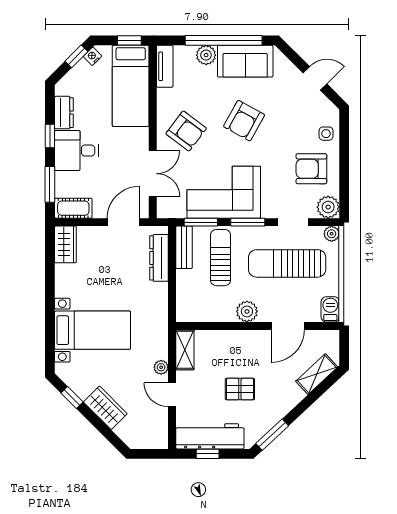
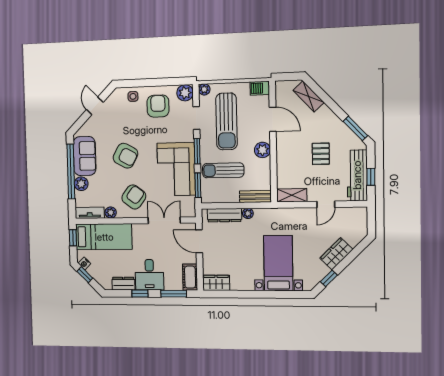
plant: (165, 97) -> (111, 213), added
armchair: (311, 169) -> (158, 106), turned 180
bench: (184, 247) -> (255, 196), moved
plant: (161, 367) -> (248, 213), moved

